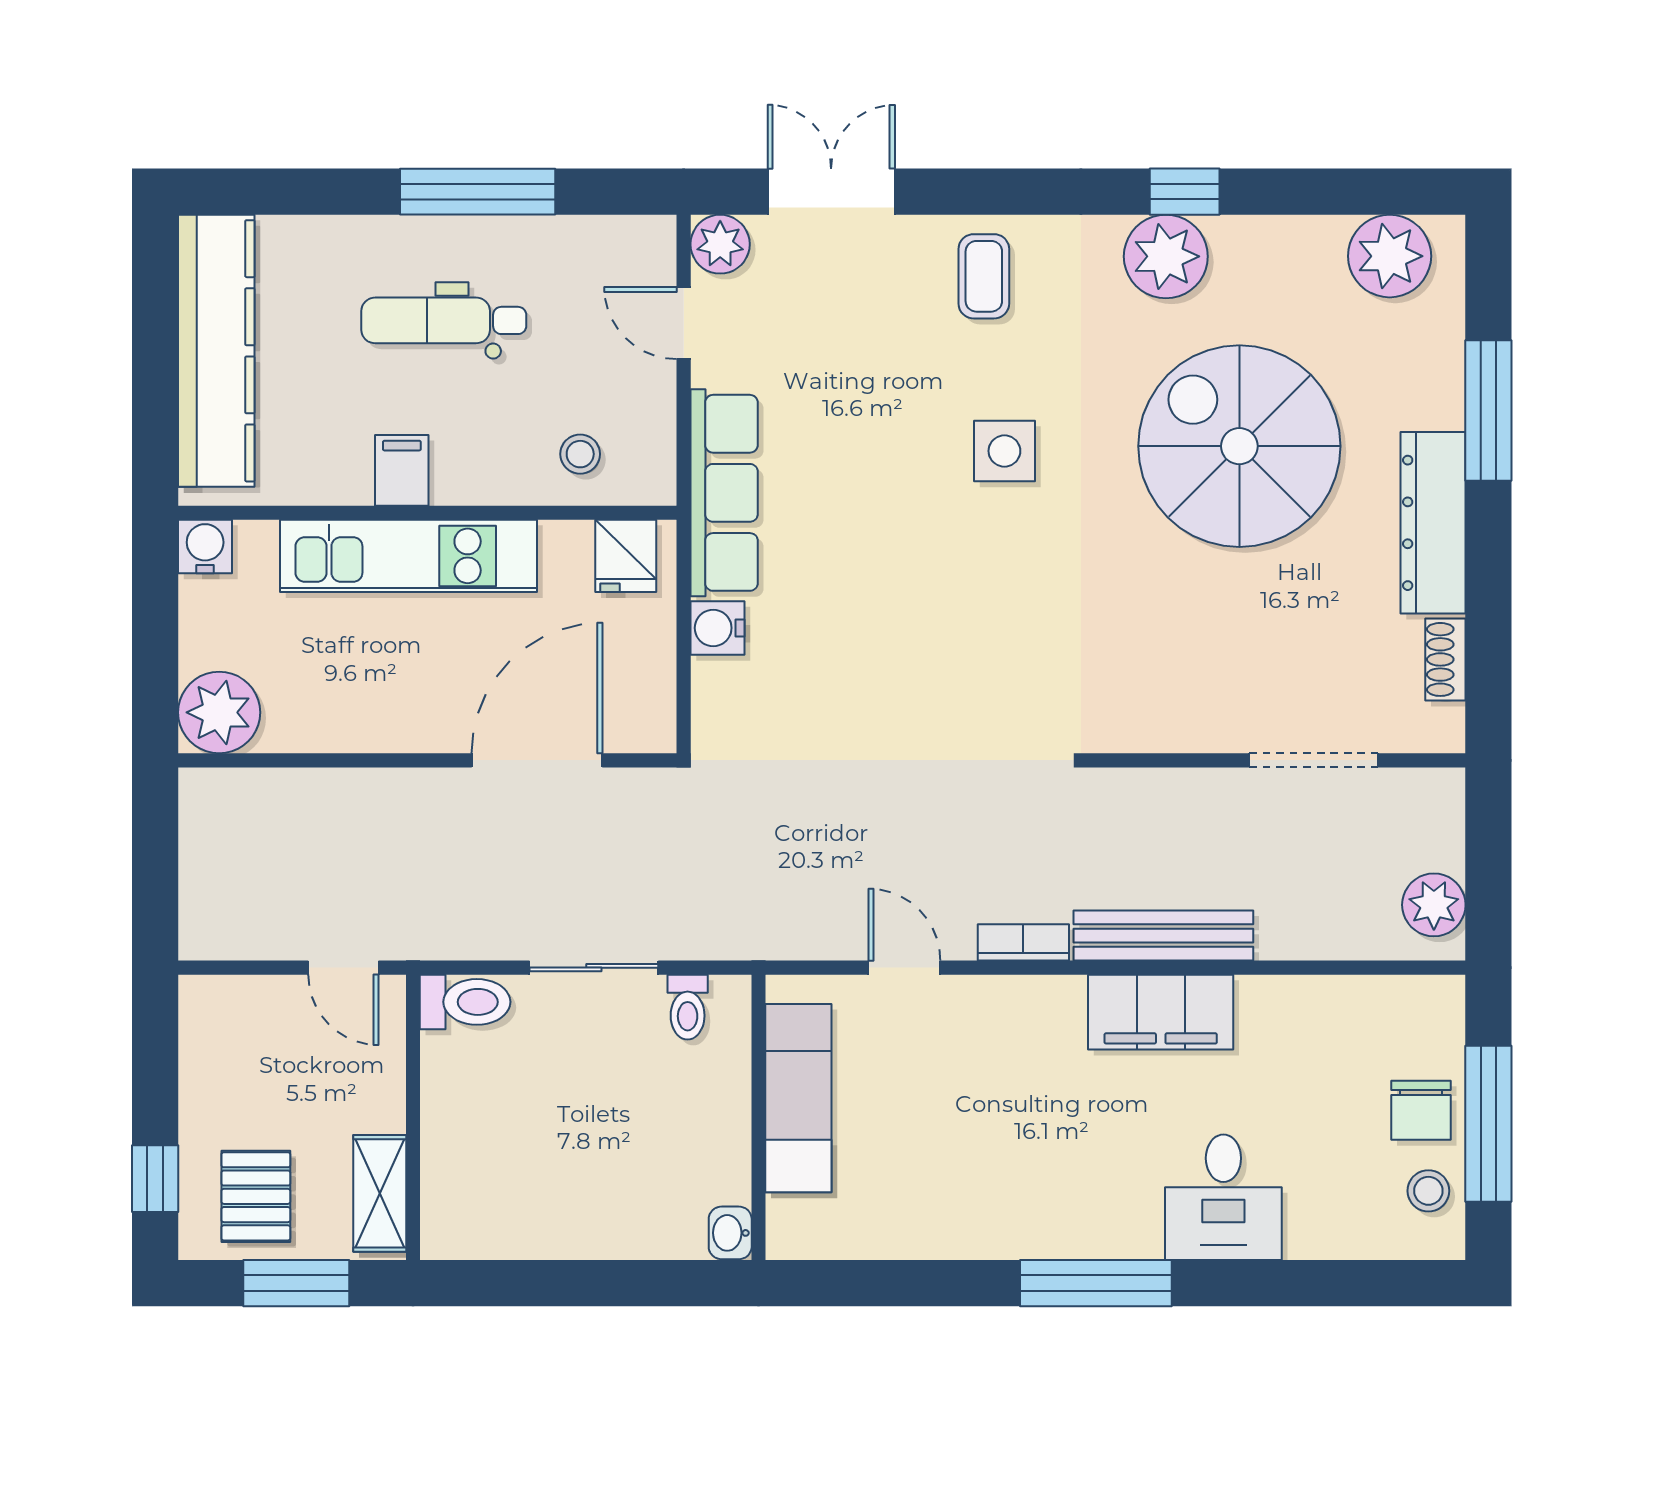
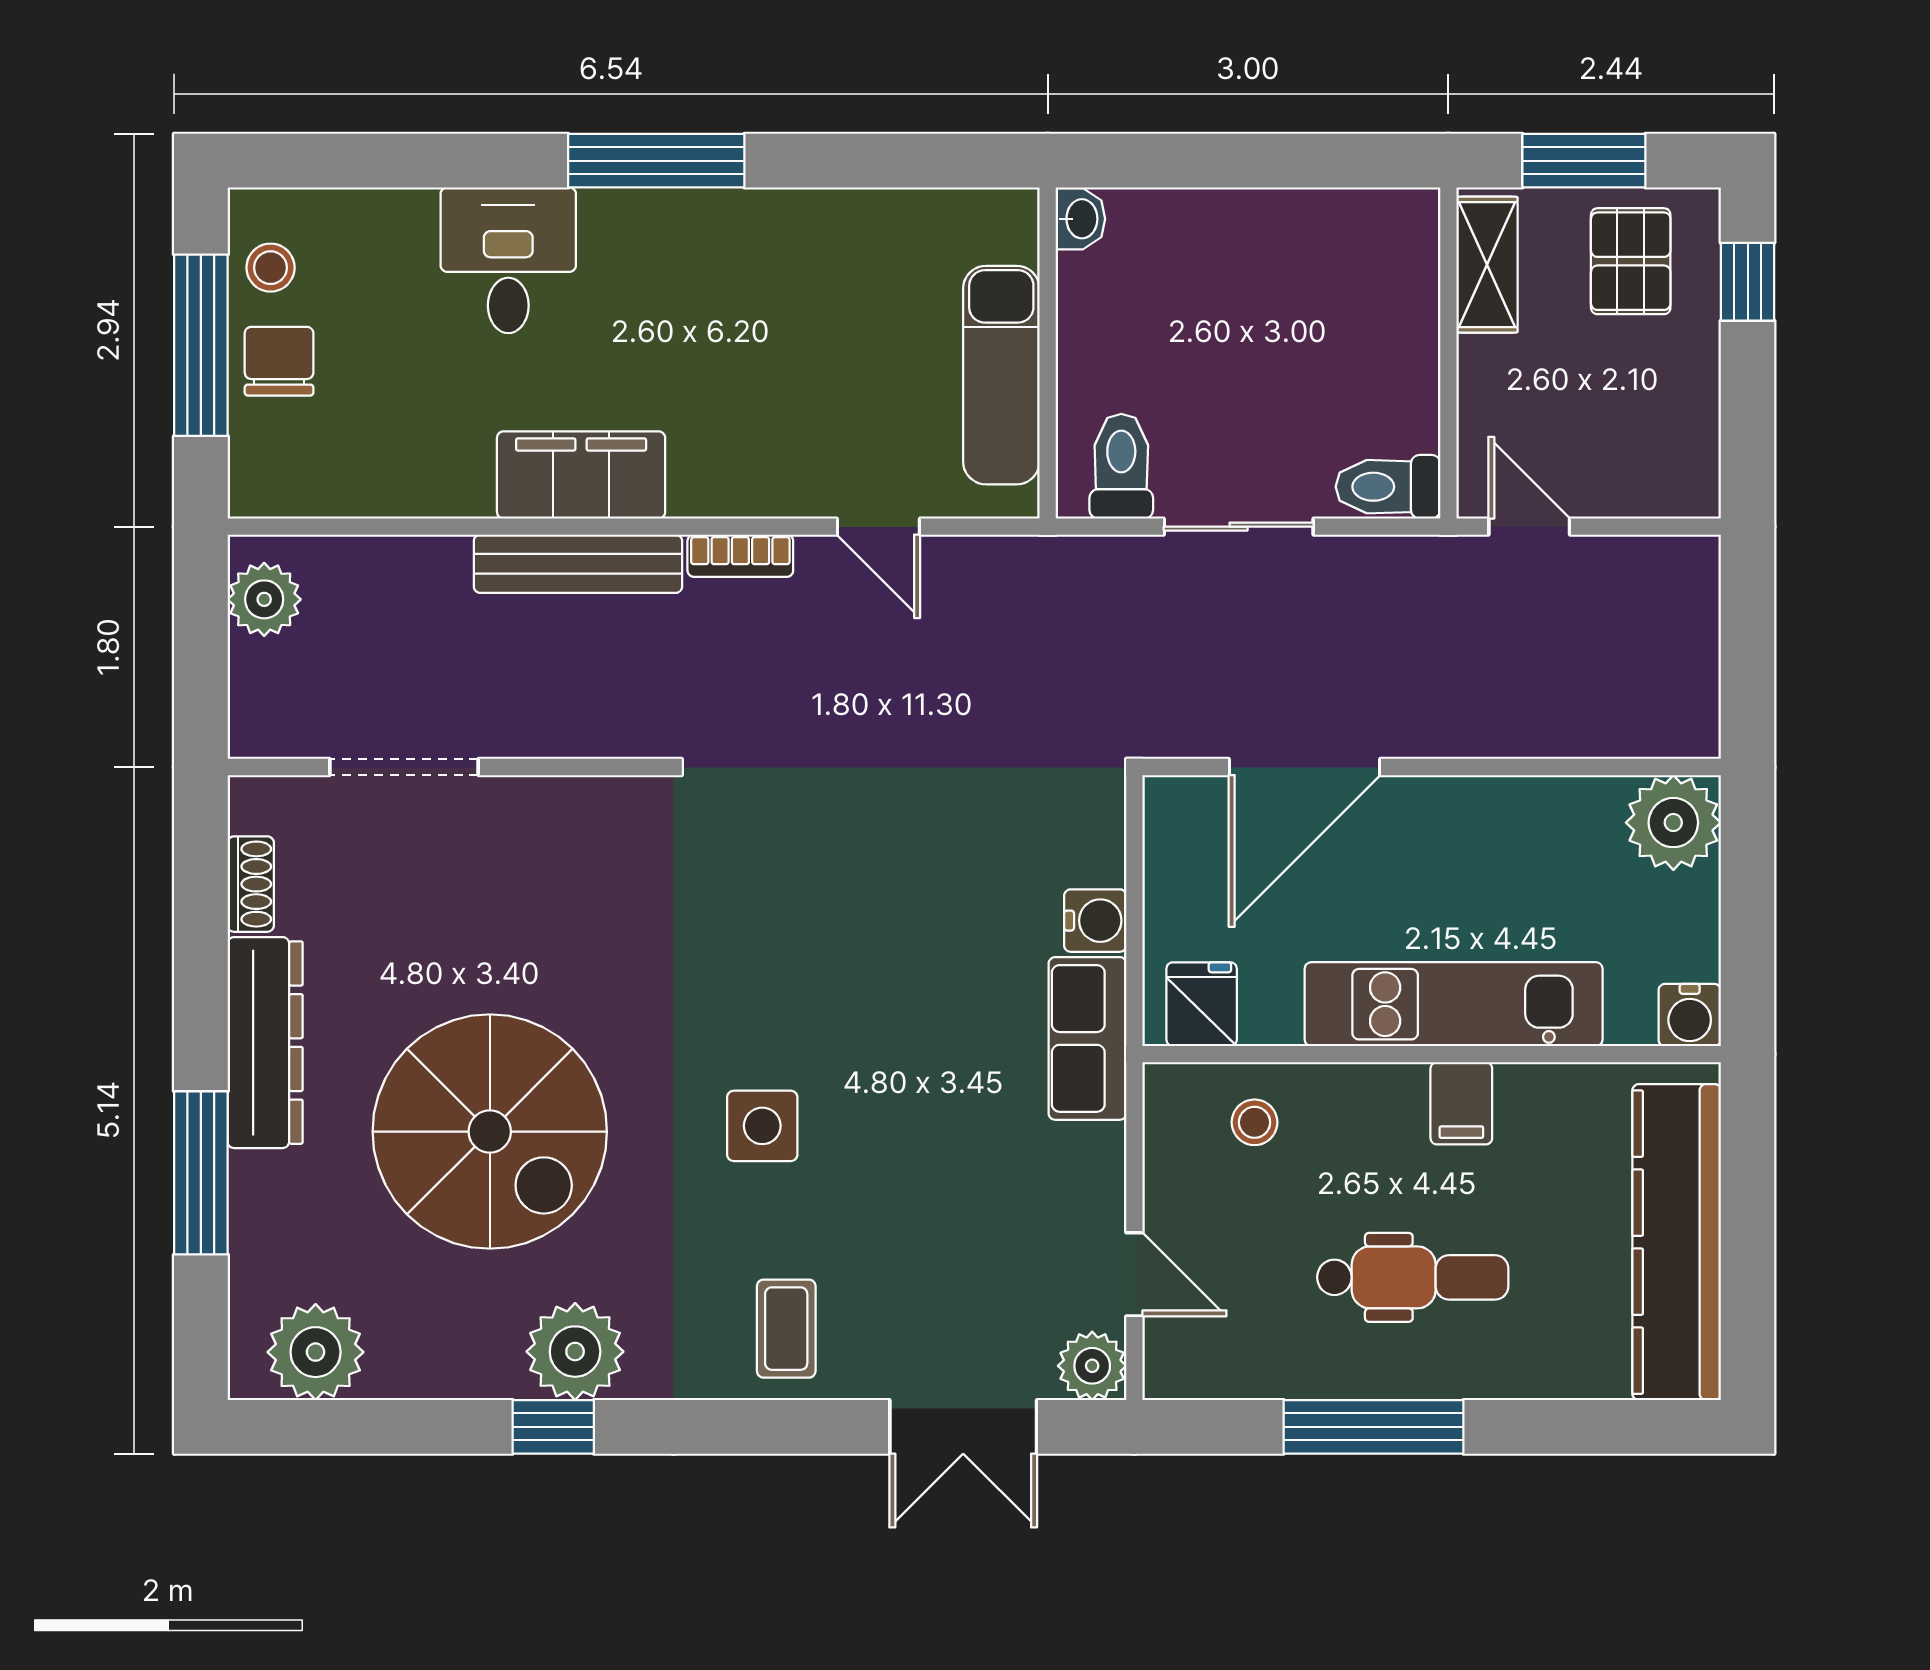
row of seats: (724, 493) -> (1088, 1038), width x0.68
toilet: (688, 1007) -> (1121, 466), width x1.37, depth x1.39

